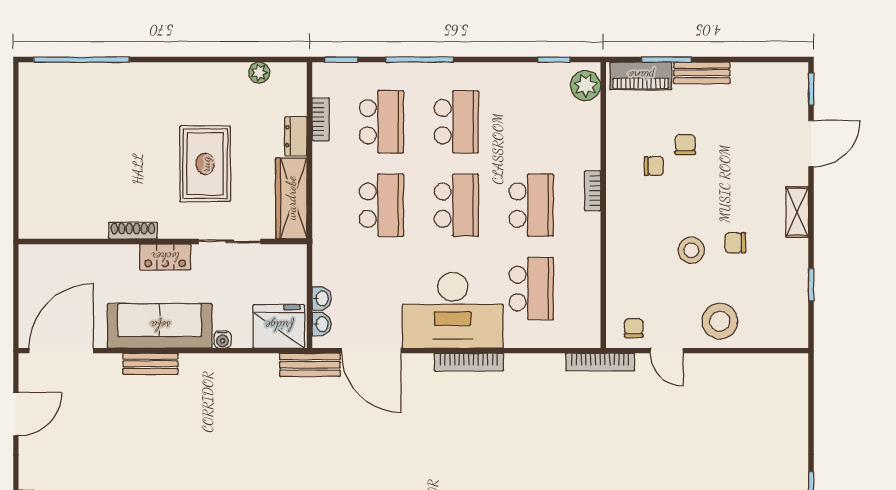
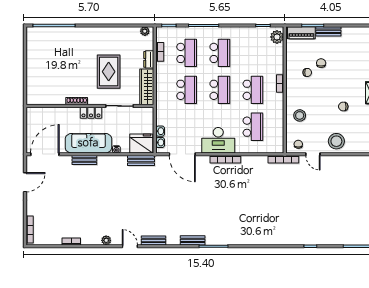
plant: (259, 73) -> (145, 31), moved
stool: (691, 250) -> (300, 115), moved
desk: (453, 310) -> (218, 140), width x0.73, depth x0.77
bench: (310, 365) -> (141, 161), moved

